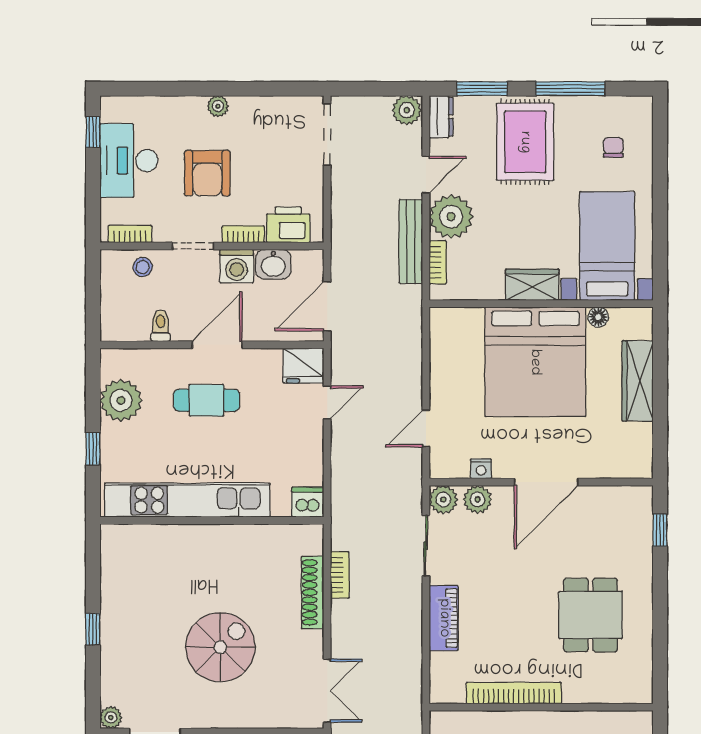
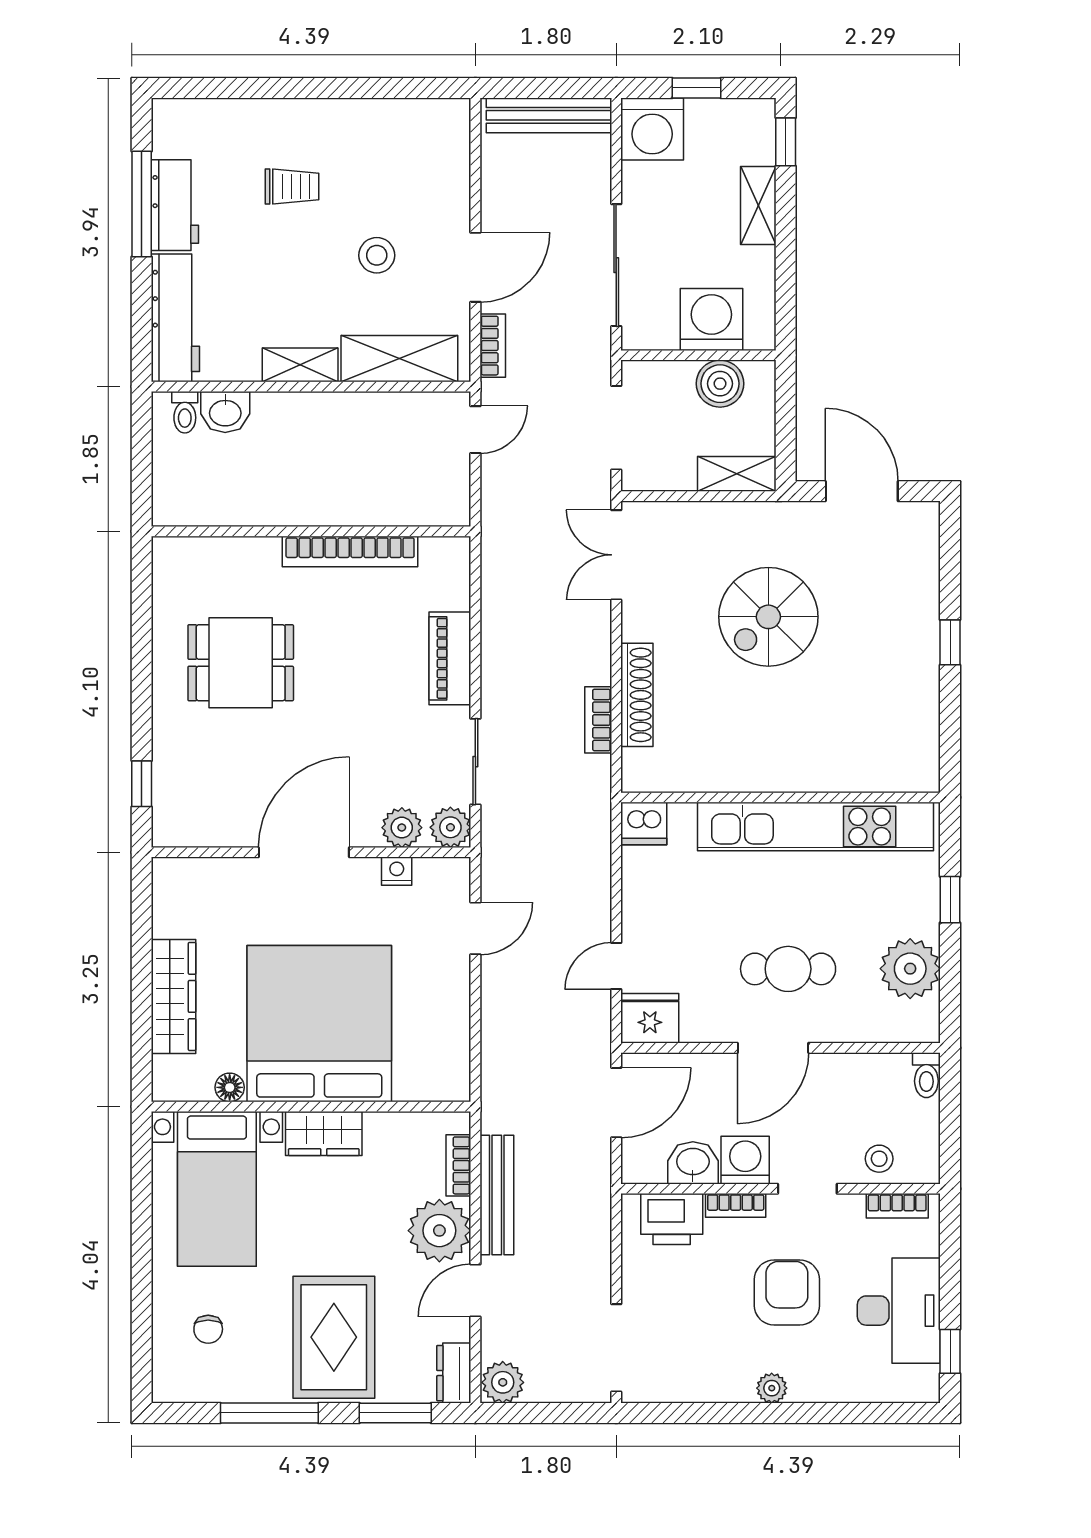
toilet: (161, 326) -> (926, 1075), moved
dining table: (591, 615) -> (241, 663), turned 90
plant: (111, 717) -> (924, 517), removed

